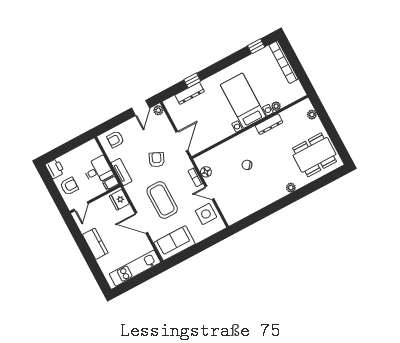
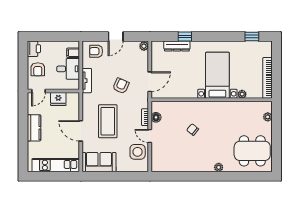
bookcase: (284, 62) -> (267, 78), moved
door: (141, 108) -> (116, 37), moved
dresser: (269, 124) -> (228, 106), removed
filing cabinet: (111, 183) -> (73, 53), moved
armchair: (69, 186) -> (38, 69), turned 90
fridge: (119, 200) -> (58, 99), moved, turned -90

